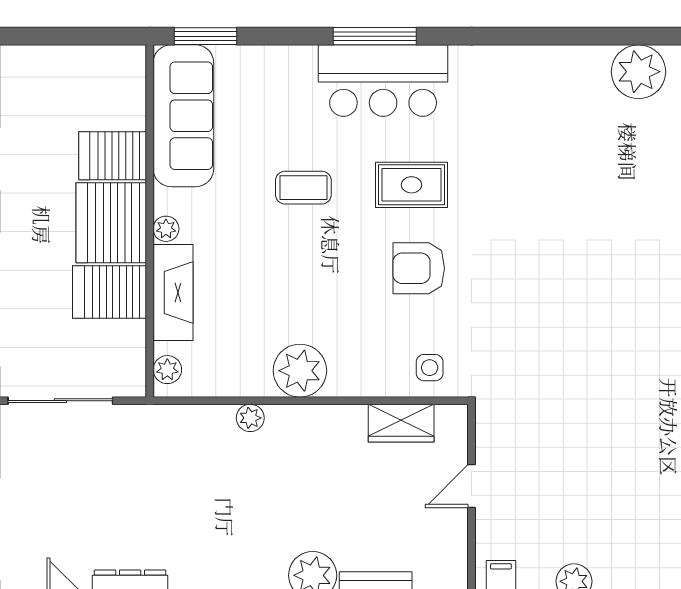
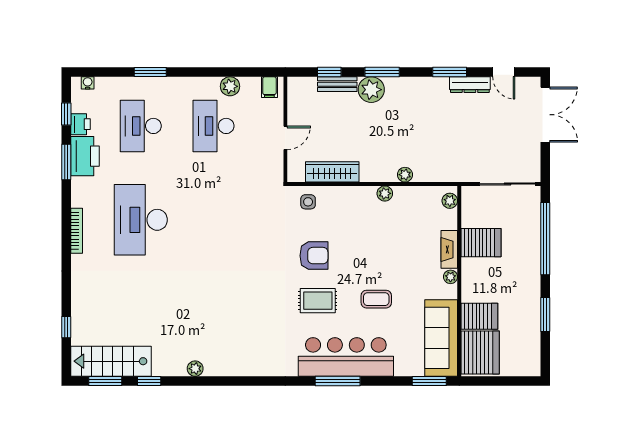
plant: (639, 72) -> (195, 369), width x0.53, depth x0.53
bar counter: (383, 81) -> (346, 357), width x1.36
server rack: (111, 223) -> (480, 352), moved
fireplace: (173, 292) -> (449, 249), width x0.73, depth x0.76
plant: (300, 371) -> (385, 193), width x0.53, depth x0.53
wardrobe: (401, 423) -> (332, 172), width x1.50
desk: (605, 508) -> (214, 126), added

